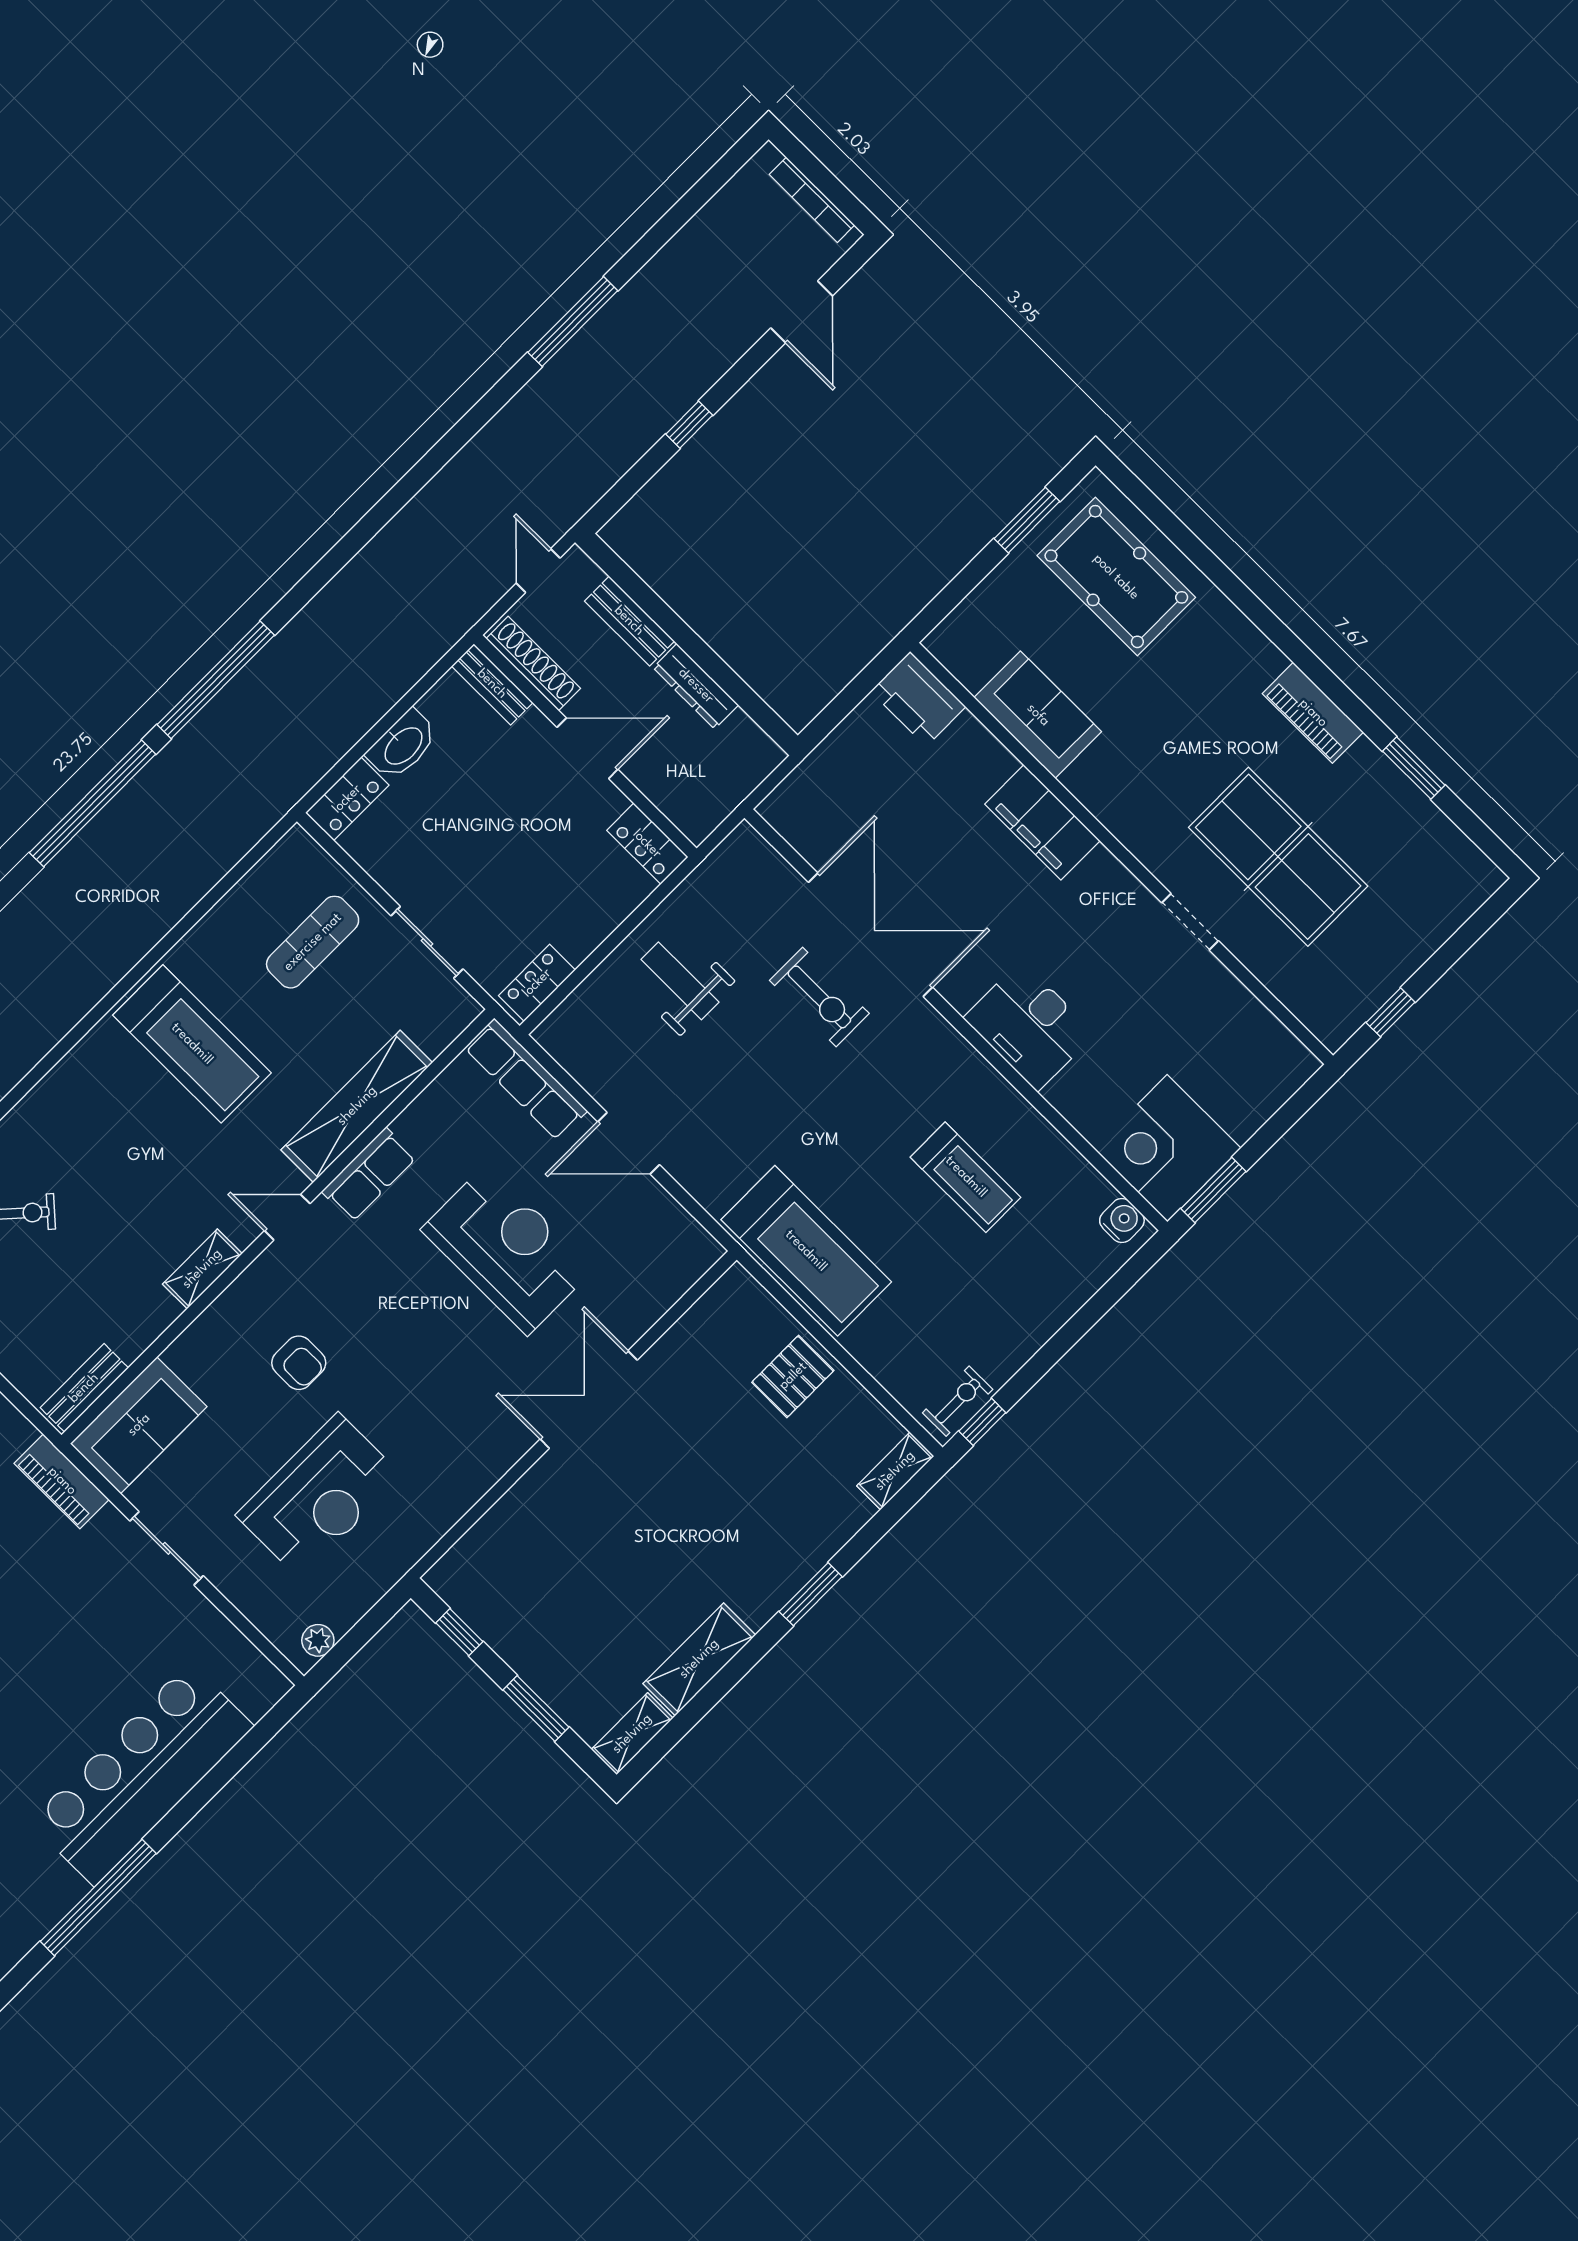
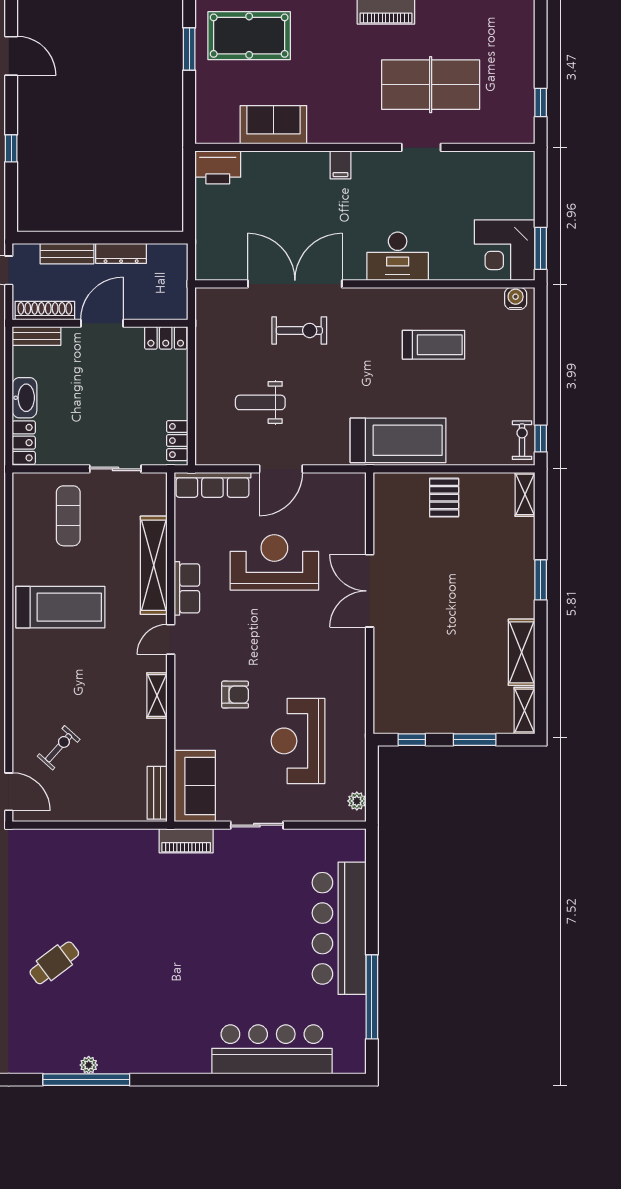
filing cabinet: (1042, 822) -> (340, 165), width x0.33, depth x0.86
weight bench: (680, 981) -> (260, 402), moved
reception desk: (319, 1496) -> (298, 741), turned 180

